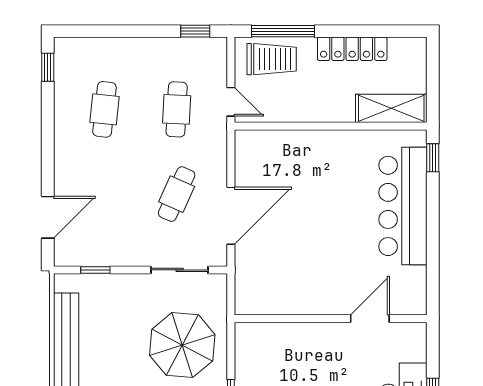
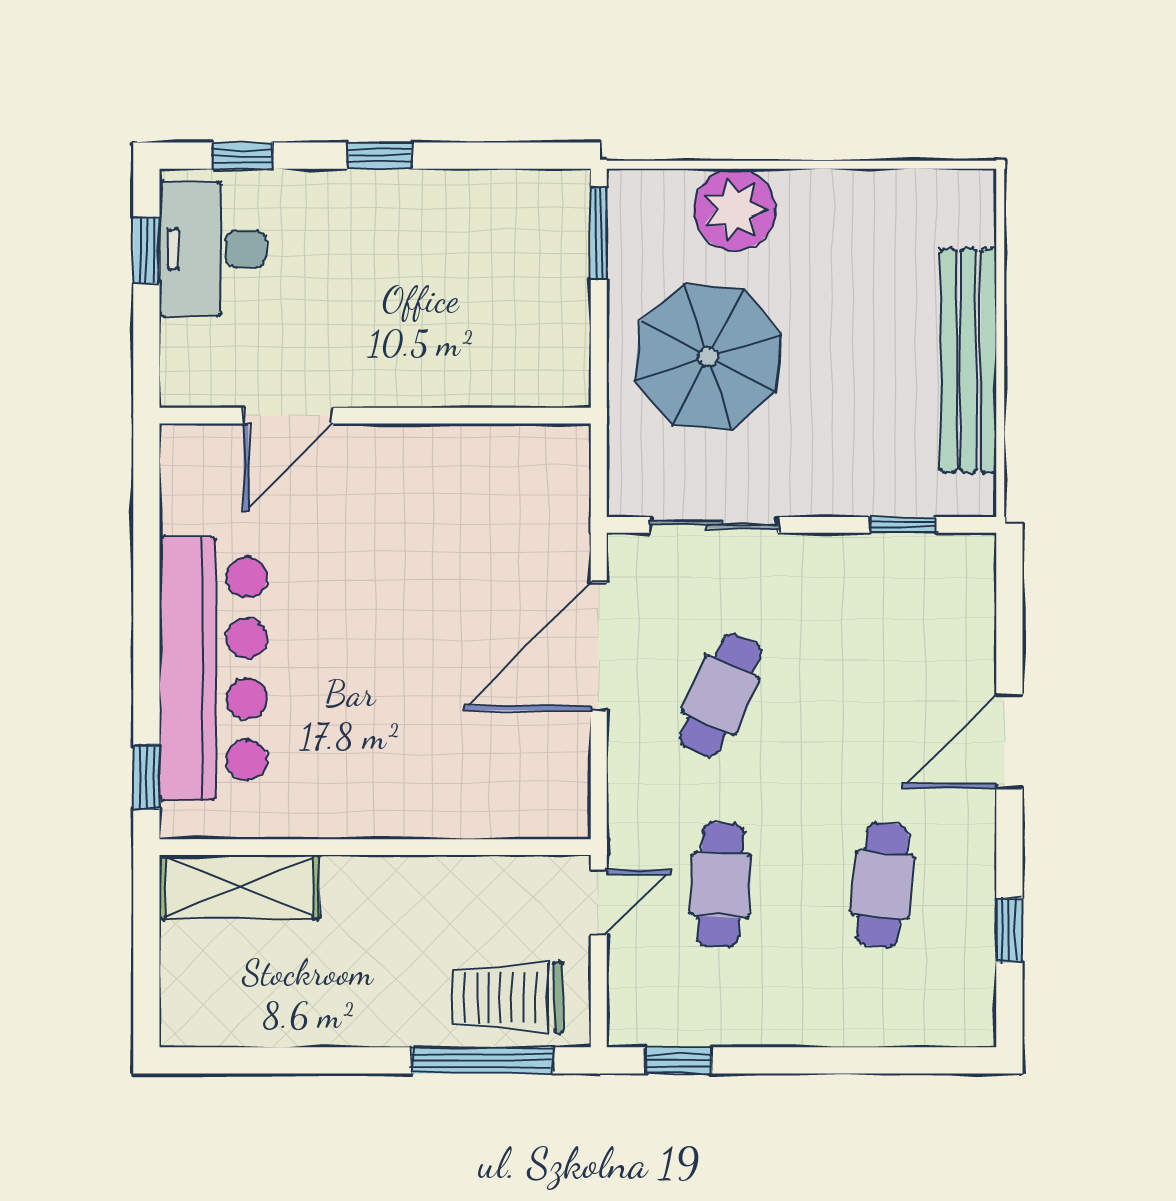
locker: (352, 49) -> (327, 1021), removed
window: (48, 67) -> (1009, 930), moved
door: (231, 102) -> (599, 902), swing flipped
door: (48, 217) -> (1009, 741), moved

